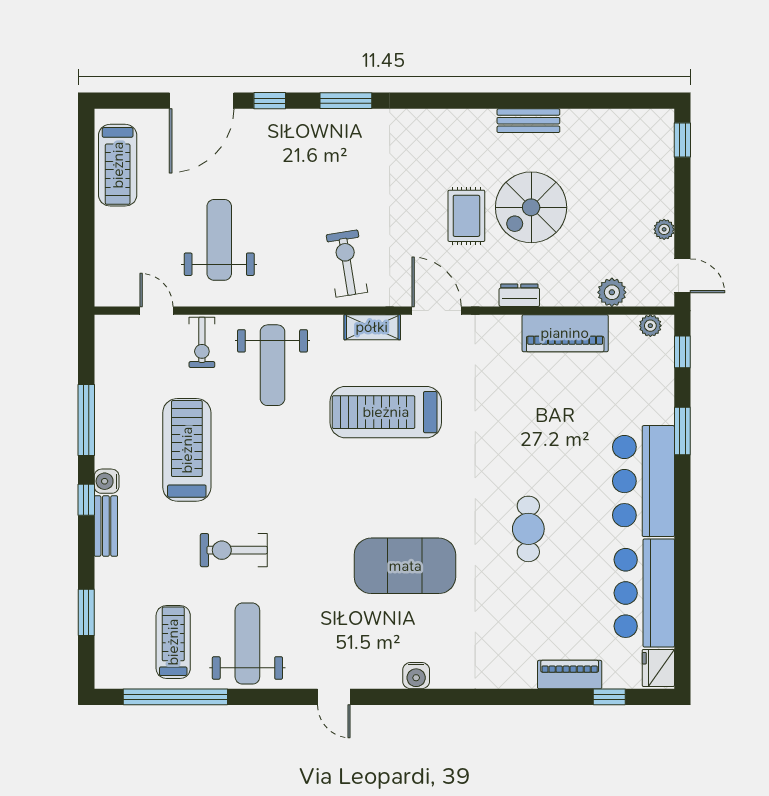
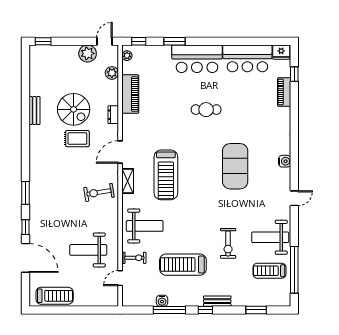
plant: (664, 229) -> (88, 53), width x1.87, depth x1.87
water cooler: (107, 481) -> (162, 301), moved
cafe table: (528, 529) -> (206, 110), moved

